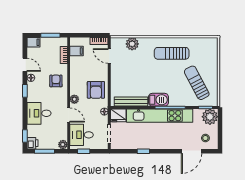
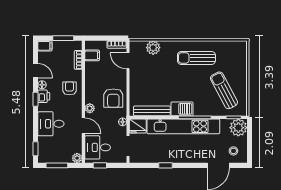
printer: (32, 143) -> (44, 96), moved

